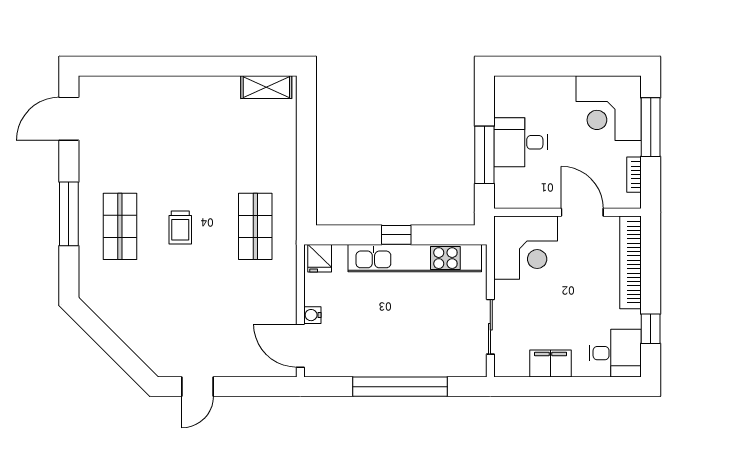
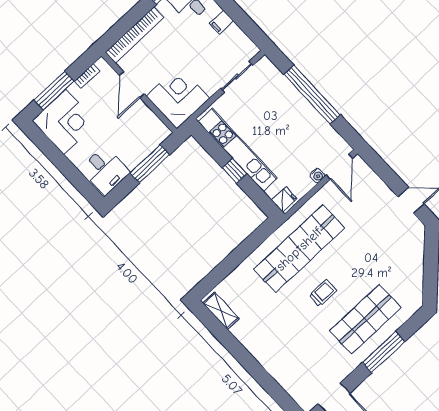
desk: (520, 142) -> (105, 170), moved
shop shelf: (120, 226) -> (365, 319), width x1.43, depth x1.36
shop shelf: (255, 226) -> (299, 249), width x2.00, depth x1.36
trolley: (180, 227) -> (323, 293), moved
filing cabinet: (551, 364) -> (221, 22), width x0.50

